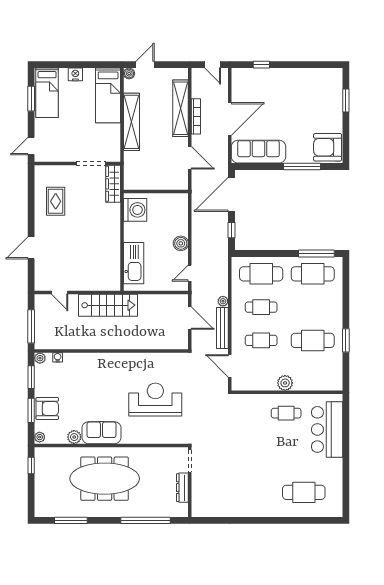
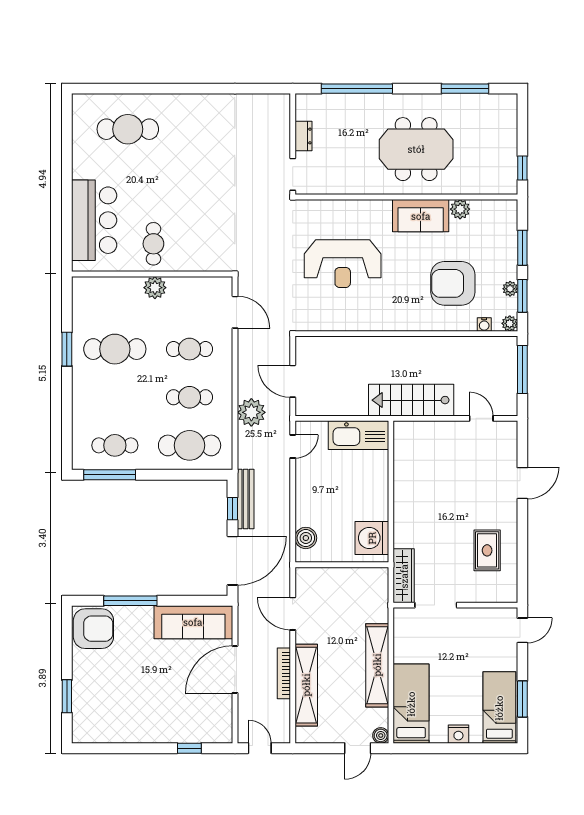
boiler: (181, 243) -> (306, 538), moved
kitchen sink: (134, 263) -> (358, 435), moved, turned -90
cafe table: (313, 274) -> (115, 445), width x0.73, depth x0.74
plant: (223, 301) -> (251, 412), width x1.88, depth x1.88
bench: (222, 328) -> (246, 499), moved
armchair: (47, 408) -> (453, 283), moved, width x1.36, depth x1.36
cafe table: (286, 413) -> (153, 244), turned 90
plant: (40, 437) -> (510, 289), moved
meeting table: (105, 479) -> (416, 149), width x0.73
dresser: (182, 488) -> (303, 136), width x0.70

